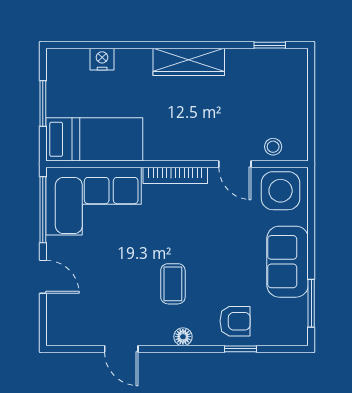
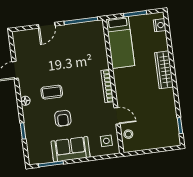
nightstand: (102, 59) -> (160, 25), moved
wardrobe: (189, 62) -> (164, 70), moved
door: (235, 164) -> (117, 116), swing flipped
side table: (281, 191) -> (106, 141), width x0.54, depth x0.54
corner sofa: (94, 201) -> (89, 46), removed
armchair: (235, 321) -> (63, 118), moved

